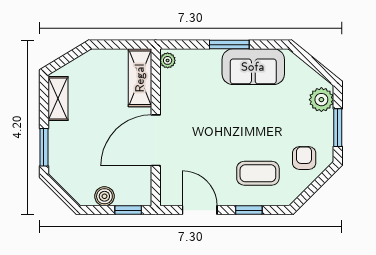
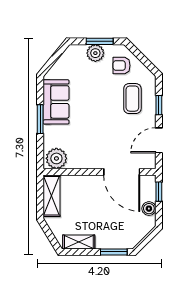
plant: (168, 60) -> (56, 158), width x1.87, depth x1.87
shelving: (140, 78) -> (51, 196), moved, turned 90
plant: (321, 100) -> (95, 53), moved
door: (156, 140) -> (122, 172), moved

